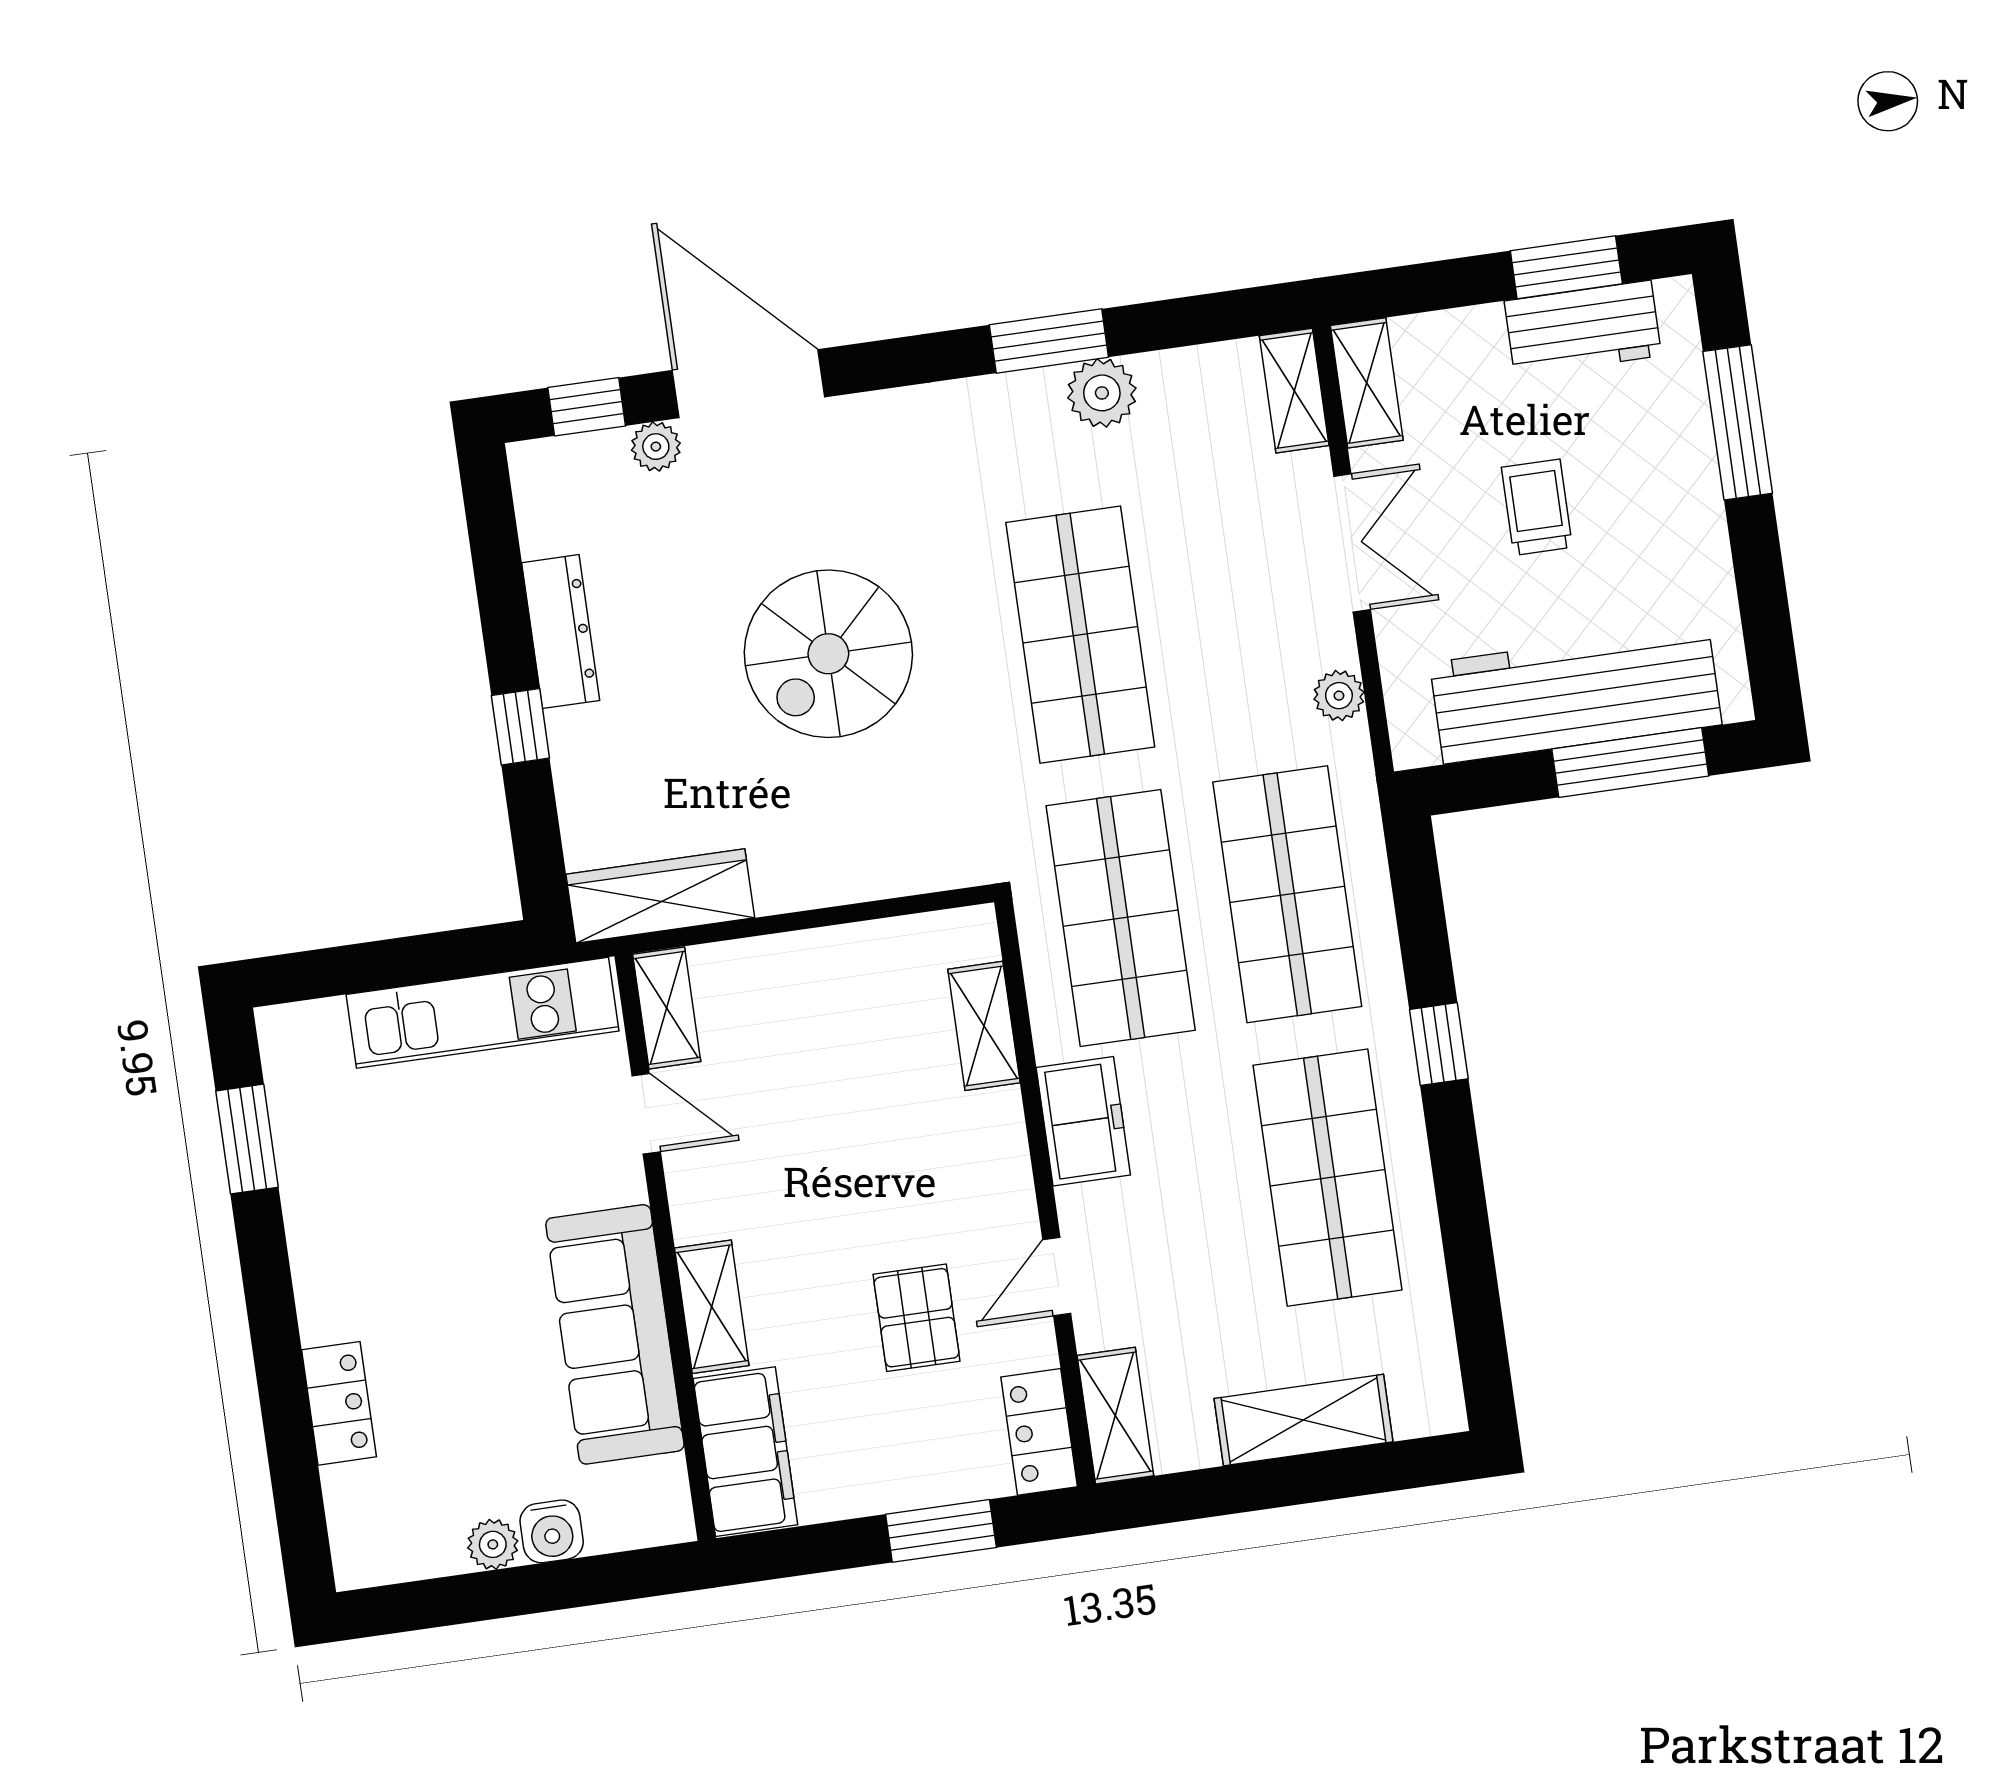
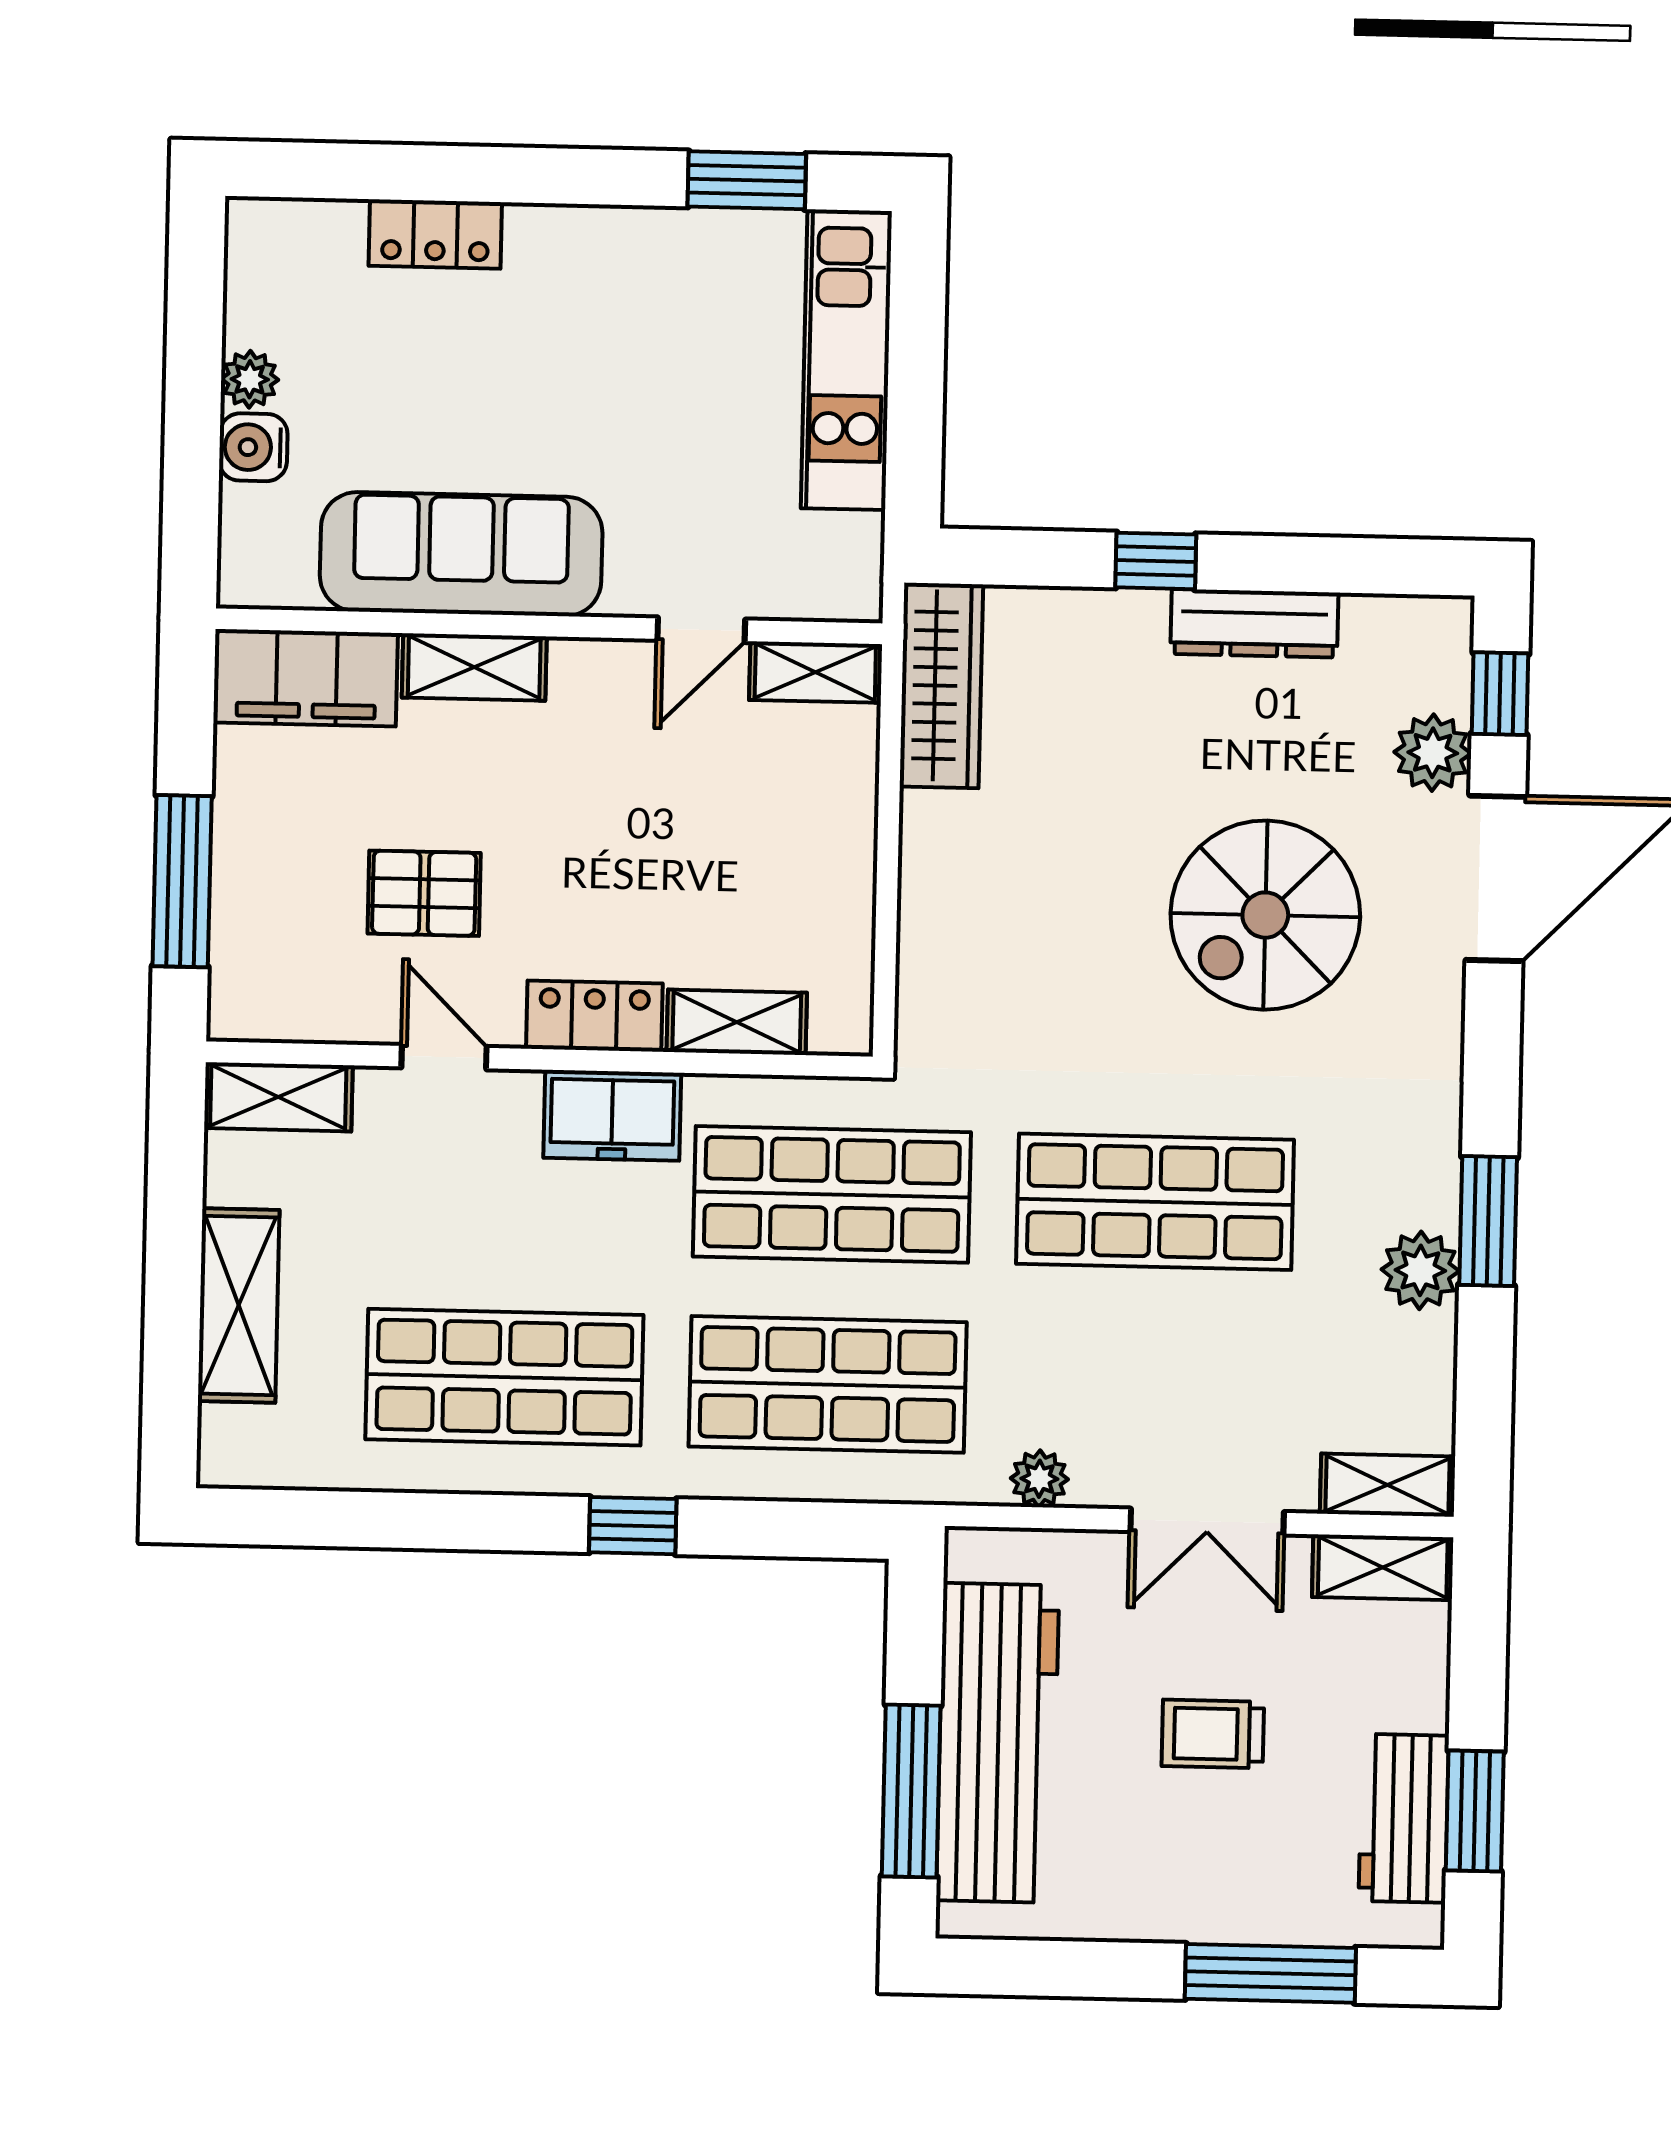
plant: (656, 447) -> (1433, 753), width x1.38, depth x1.38
trolley: (1537, 507) -> (1213, 1734), turned 180
spiral stairs: (828, 654) -> (1265, 915), moved, turned -90
kitchen unit: (482, 1013) -> (846, 360), moved
locker: (1039, 1432) -> (594, 1016), moved
window: (941, 1531) -> (182, 881), width x1.44

